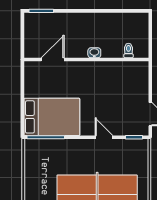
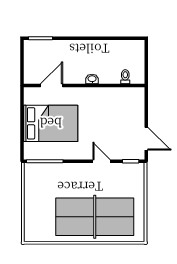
bed: (52, 117) -> (51, 123), moved

